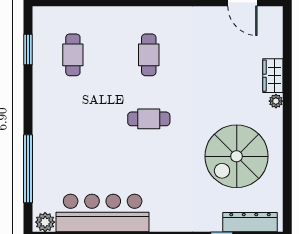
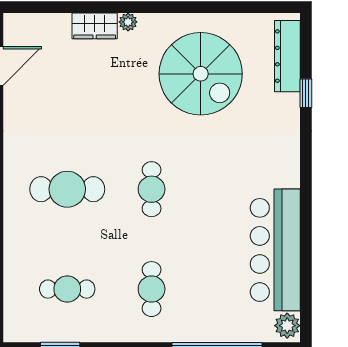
cafe table: (149, 55) -> (67, 189), width x1.37, depth x1.35
cafe table: (73, 119) -> (152, 289), added

